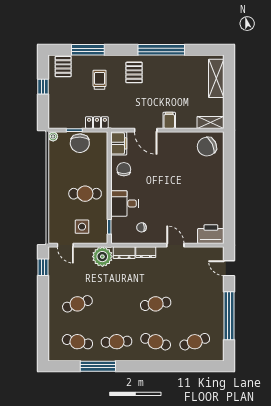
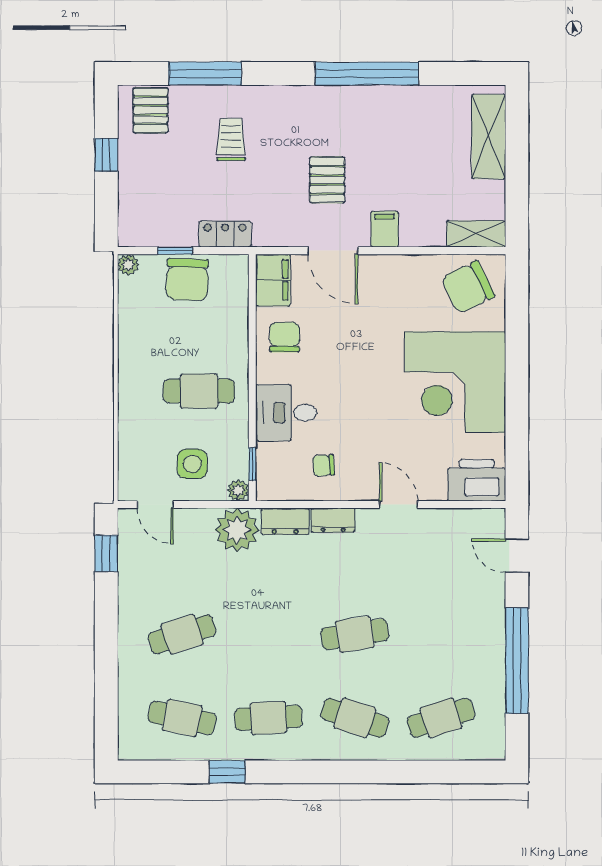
pallet: (134, 72) -> (327, 180), moved
corner desk: (201, 190) -> (455, 382), added
plant: (103, 239) -> (238, 490), added
window: (98, 366) -> (227, 772), width x0.46

